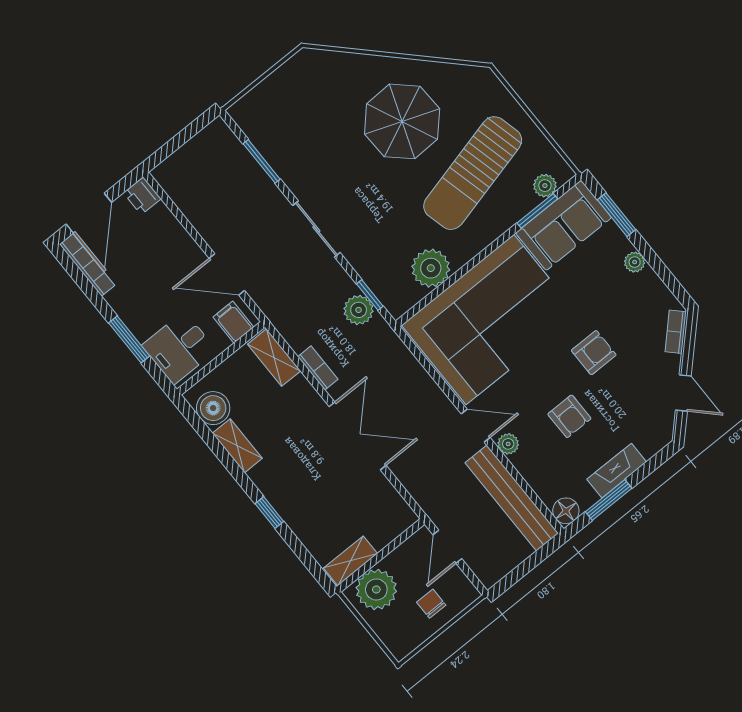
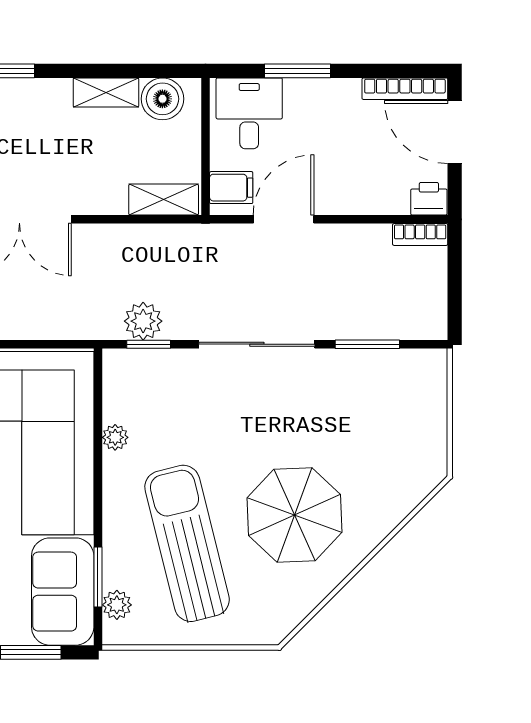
sliding door: (316, 229) -> (257, 344), width x1.37
plant: (431, 268) -> (115, 437), width x0.53, depth x0.53
bookcase: (318, 368) -> (420, 234), moved

